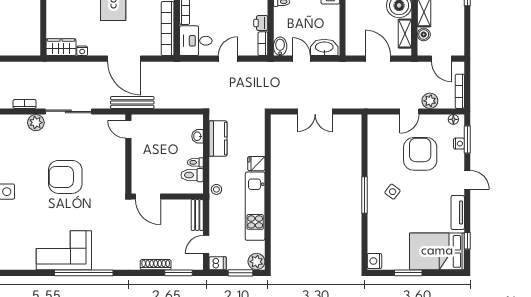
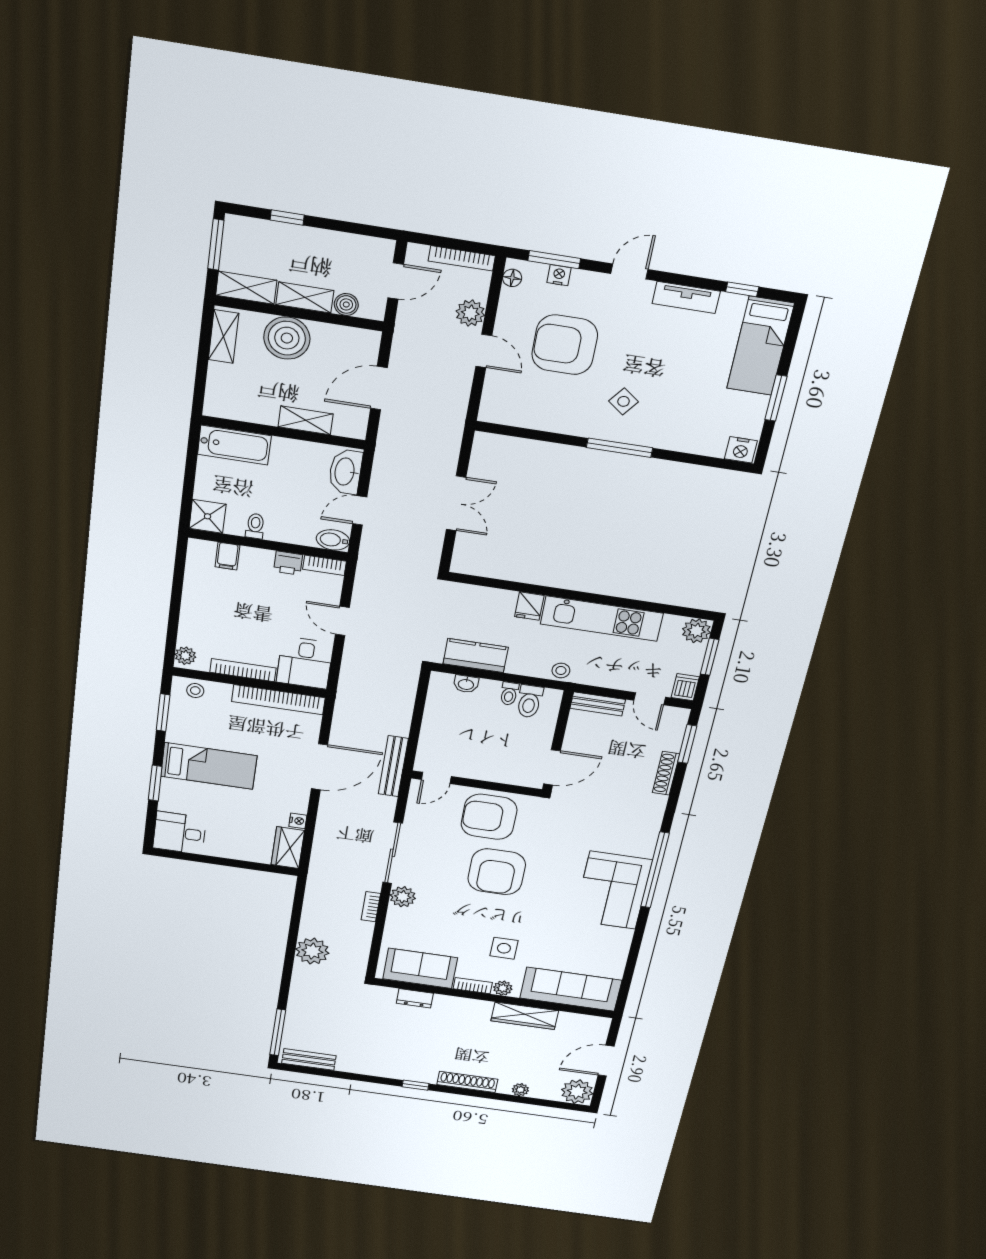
shelving: (405, 34) -> (306, 420), moved
armchair: (106, 165) -> (489, 817), added
bed: (437, 251) -> (760, 346), width x0.67

